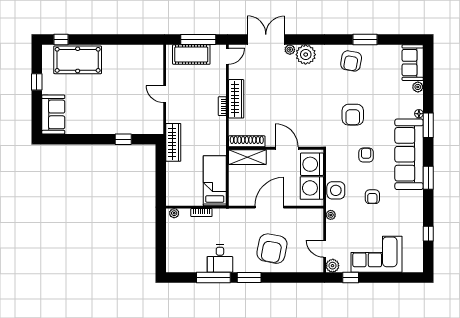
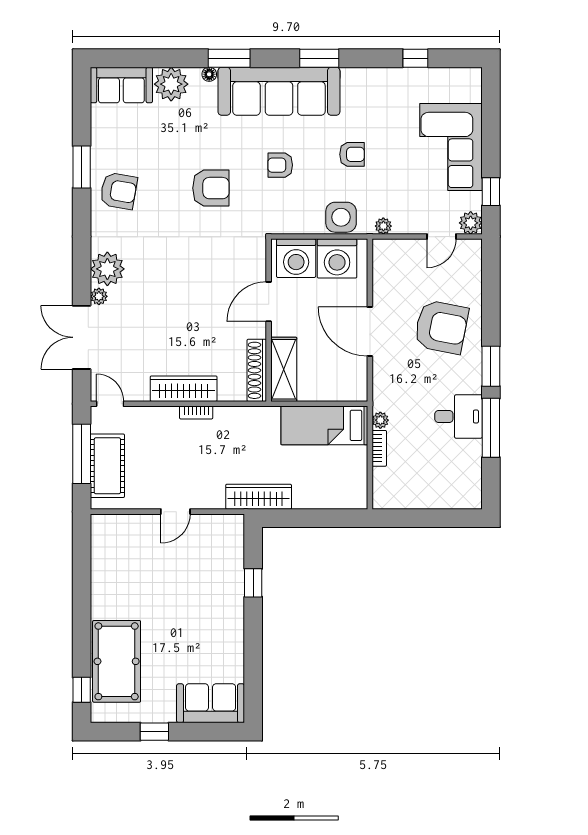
plant: (418, 87) -> (171, 84), width x1.88, depth x1.88
plant: (174, 213) -> (380, 420), moved

